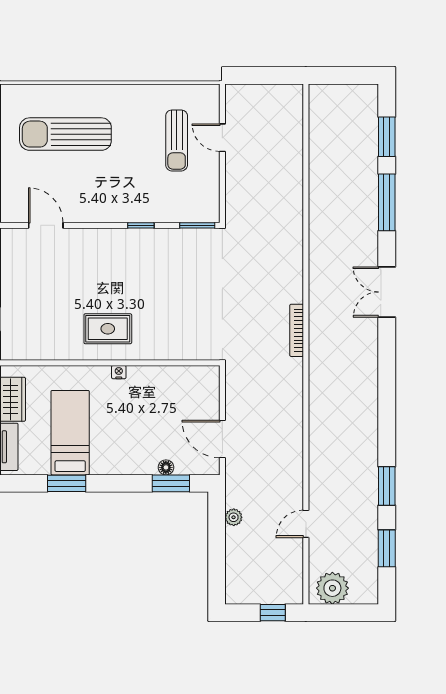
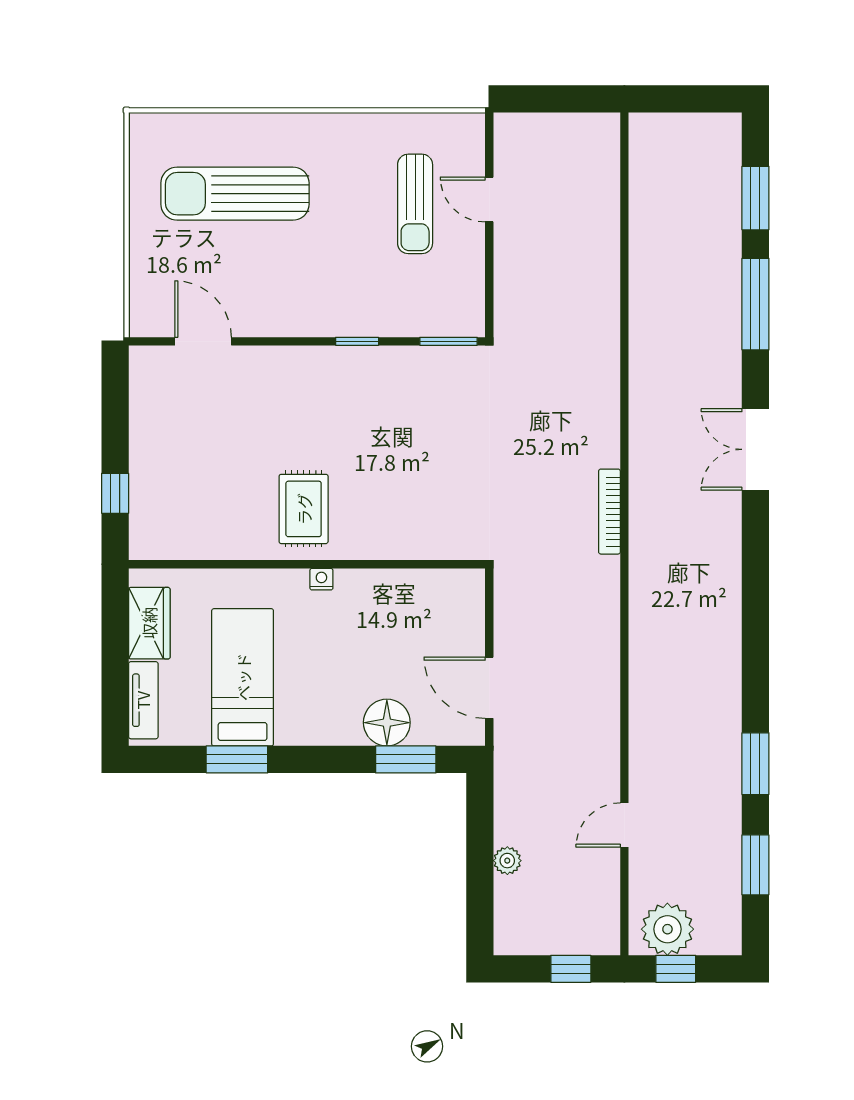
rug: (108, 329) -> (304, 509), turned 90
floor lamp: (166, 467) -> (387, 723), width x1.89, depth x1.89
plant: (234, 517) -> (507, 861), moved
window: (338, 613) -> (676, 969), added

